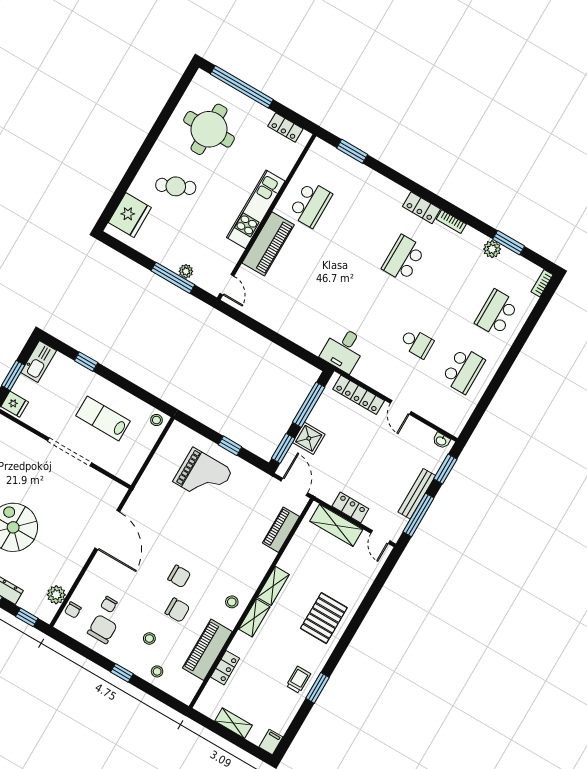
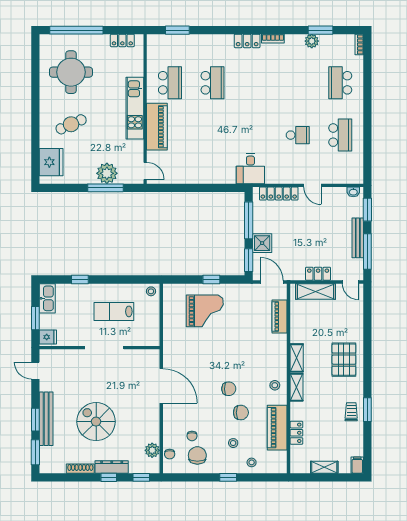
school desk: (404, 259) -> (212, 83), moved, turned 180
plant: (186, 271) -> (107, 173), width x1.88, depth x1.88

